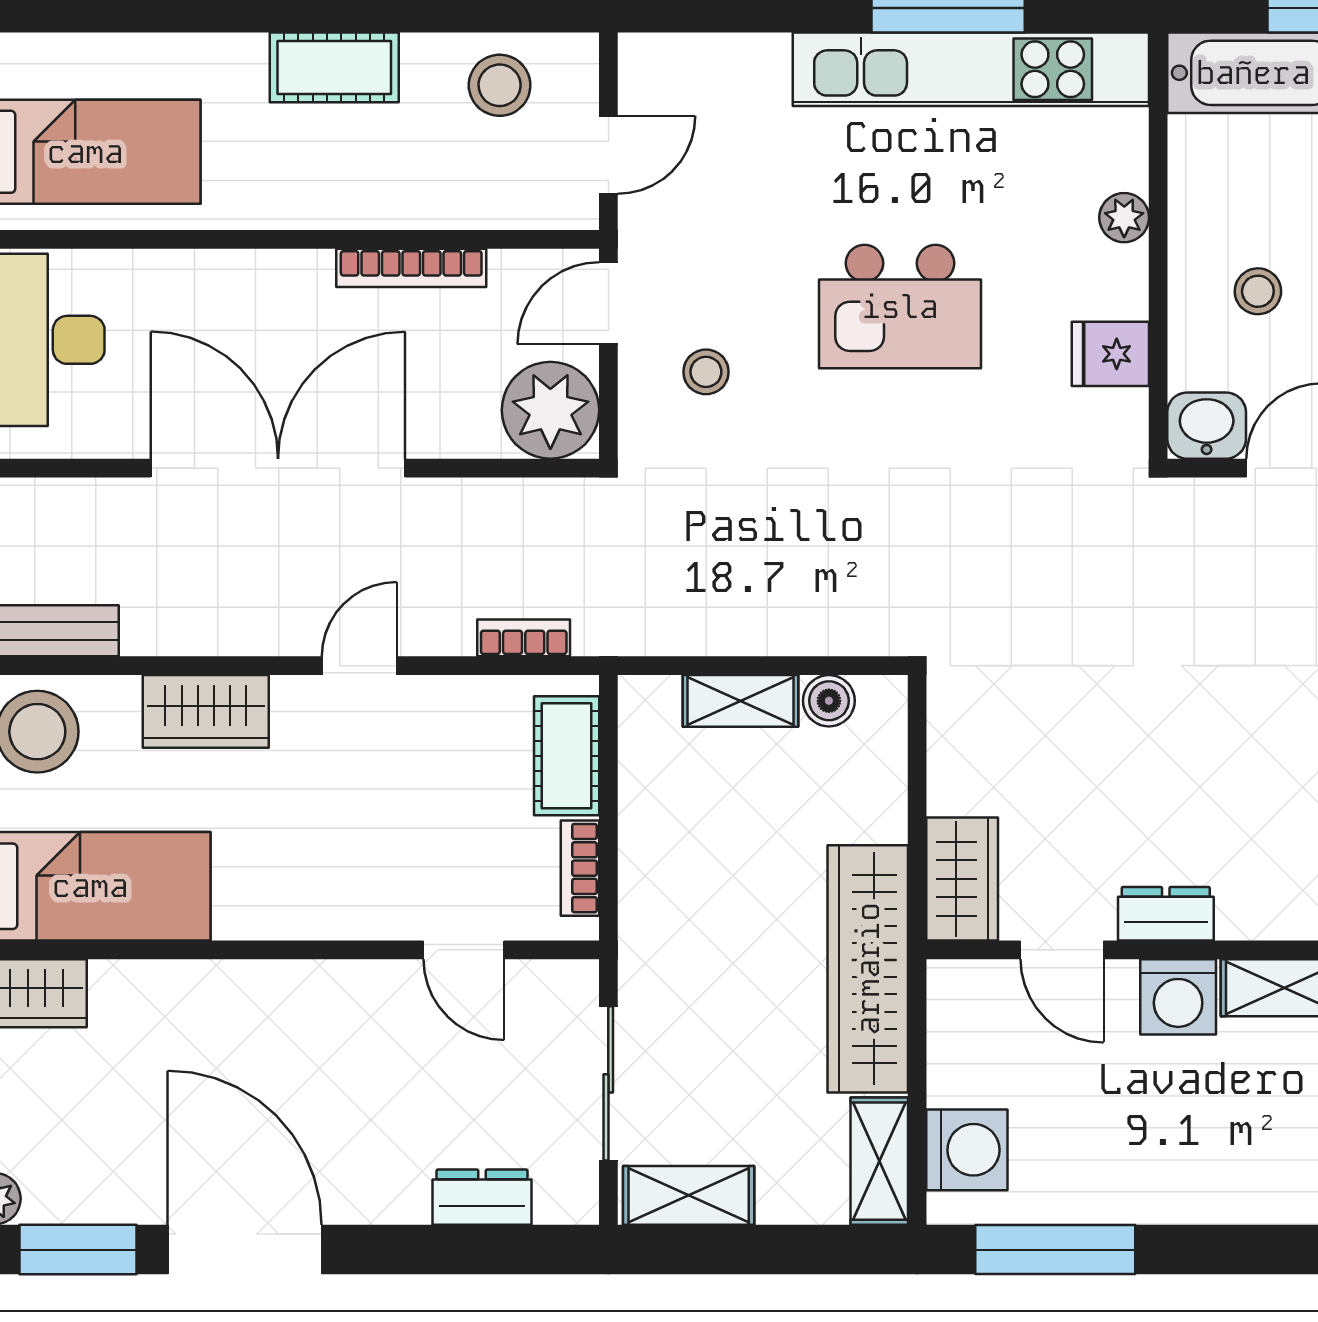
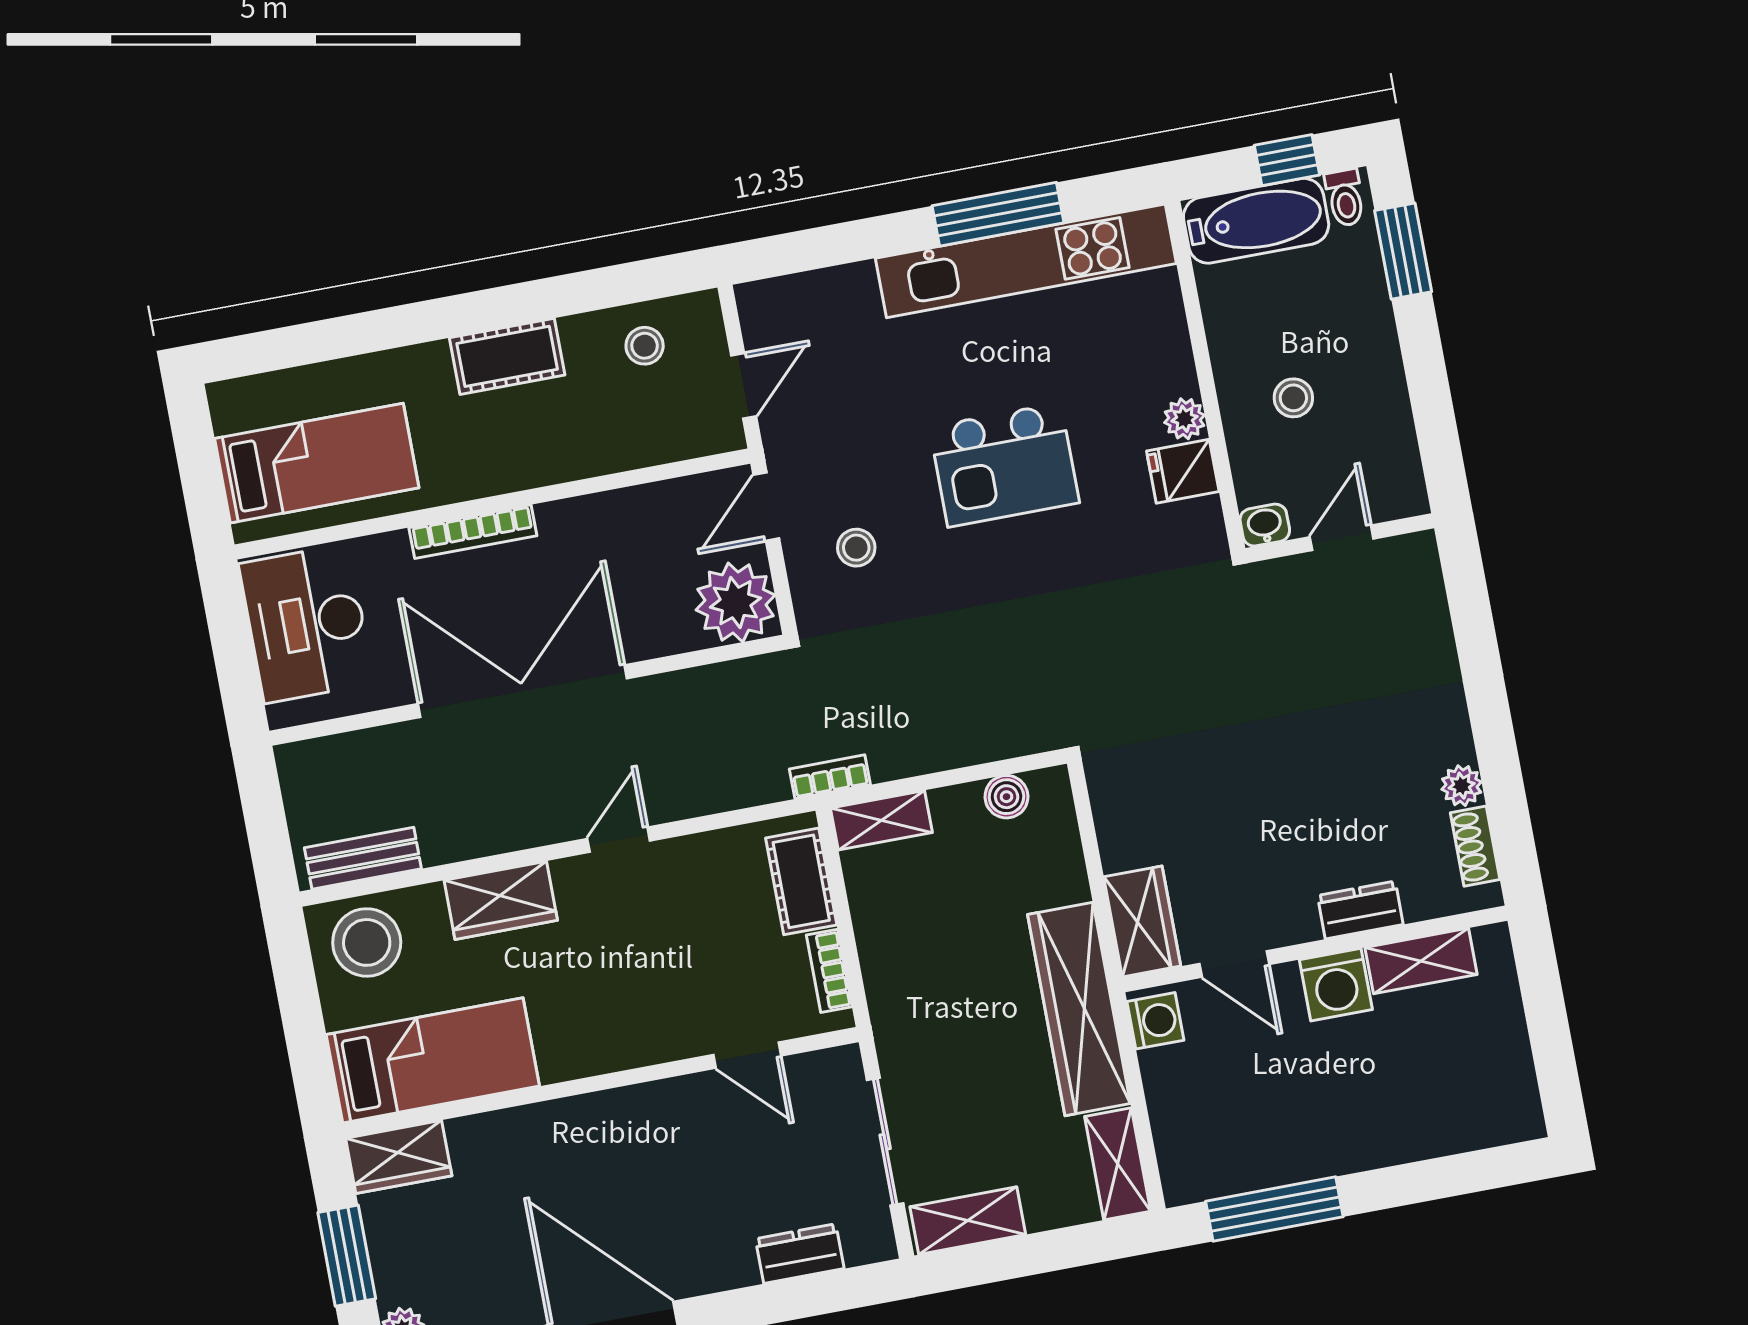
stool: (500, 85) -> (645, 346), width x0.73, depth x0.73
plant: (1124, 218) -> (1185, 419), moved
bookcase: (411, 268) -> (473, 532), moved
washbasin: (1207, 426) -> (1265, 525), width x0.72, depth x0.69
bookcase: (524, 638) -> (830, 777), moved
shelving: (740, 701) -> (881, 820), moved
dresser: (1166, 914) -> (1360, 910), moved
washing machine: (967, 1150) -> (1155, 1021), moved, width x0.73, depth x0.73

